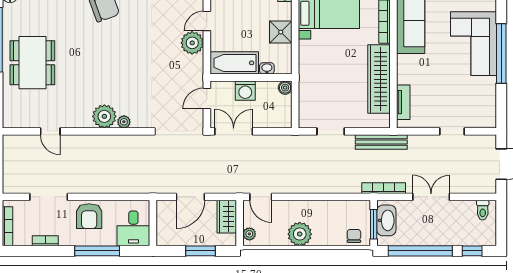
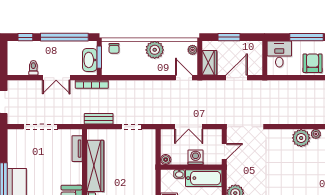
plant: (124, 122) -> (316, 134), moved
double door: (234, 131) -> (189, 127), moved
doorway: (452, 131) -> (41, 127), width x1.87
bench: (381, 142) -> (99, 119), width x0.73
toilet: (483, 210) -> (33, 68), moved

